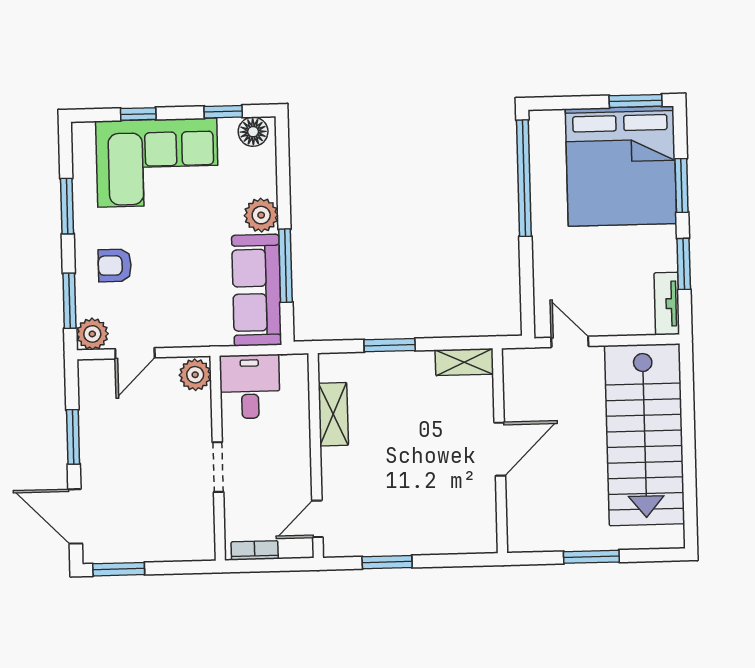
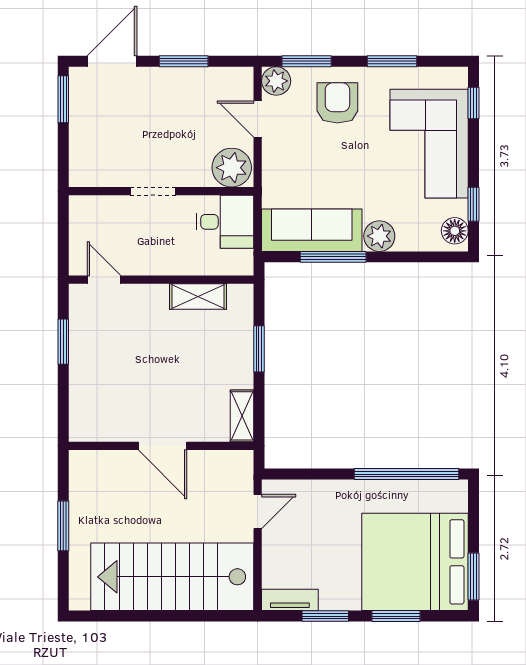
window: (138, 114) -> (473, 103), moved
armchair: (115, 265) -> (337, 103), width x1.38, depth x1.38
plant: (195, 375) -> (232, 168), width x1.36, depth x1.36
bookcase: (255, 550) -> (77, 222), removed

